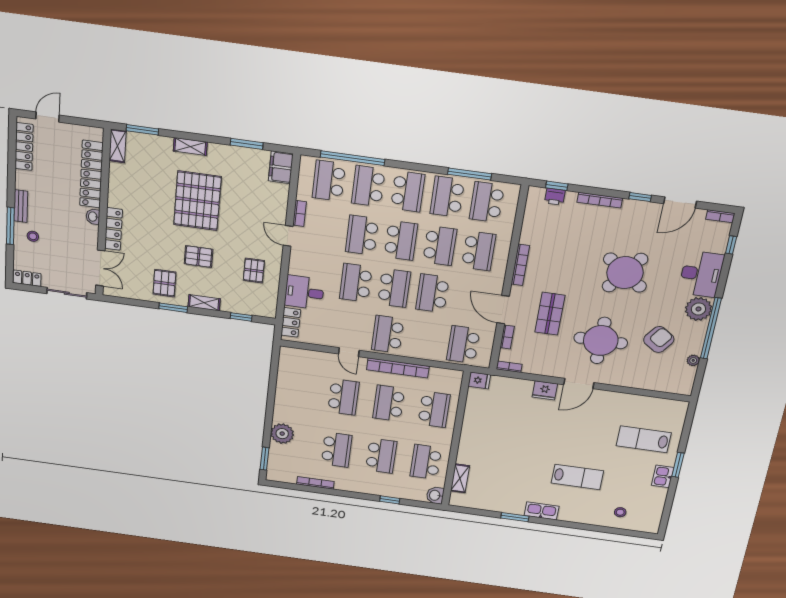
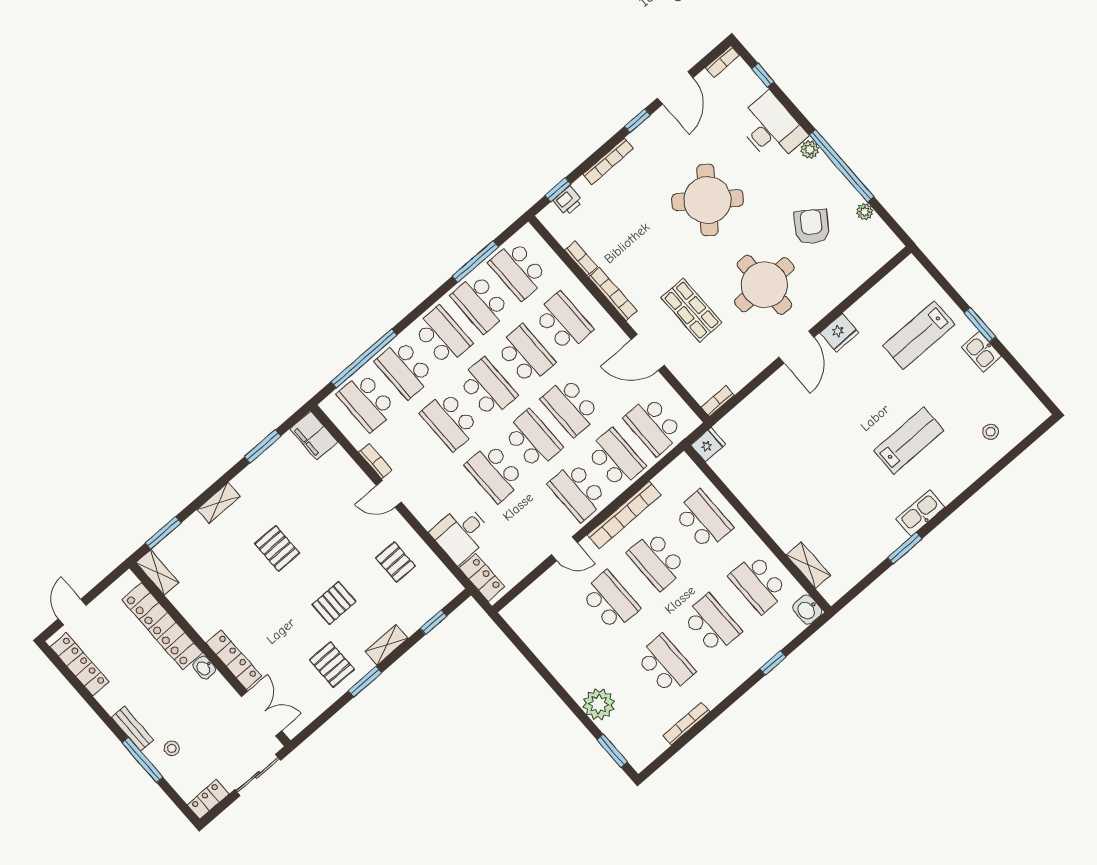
pallet: (197, 201) -> (277, 548), width x0.49, depth x0.50
plant: (698, 309) -> (810, 150), width x0.53, depth x0.53
bookcase: (507, 337) -> (581, 258), moved
school desk: (425, 339) -> (616, 459), added
fridge: (545, 390) -> (839, 333), moved

